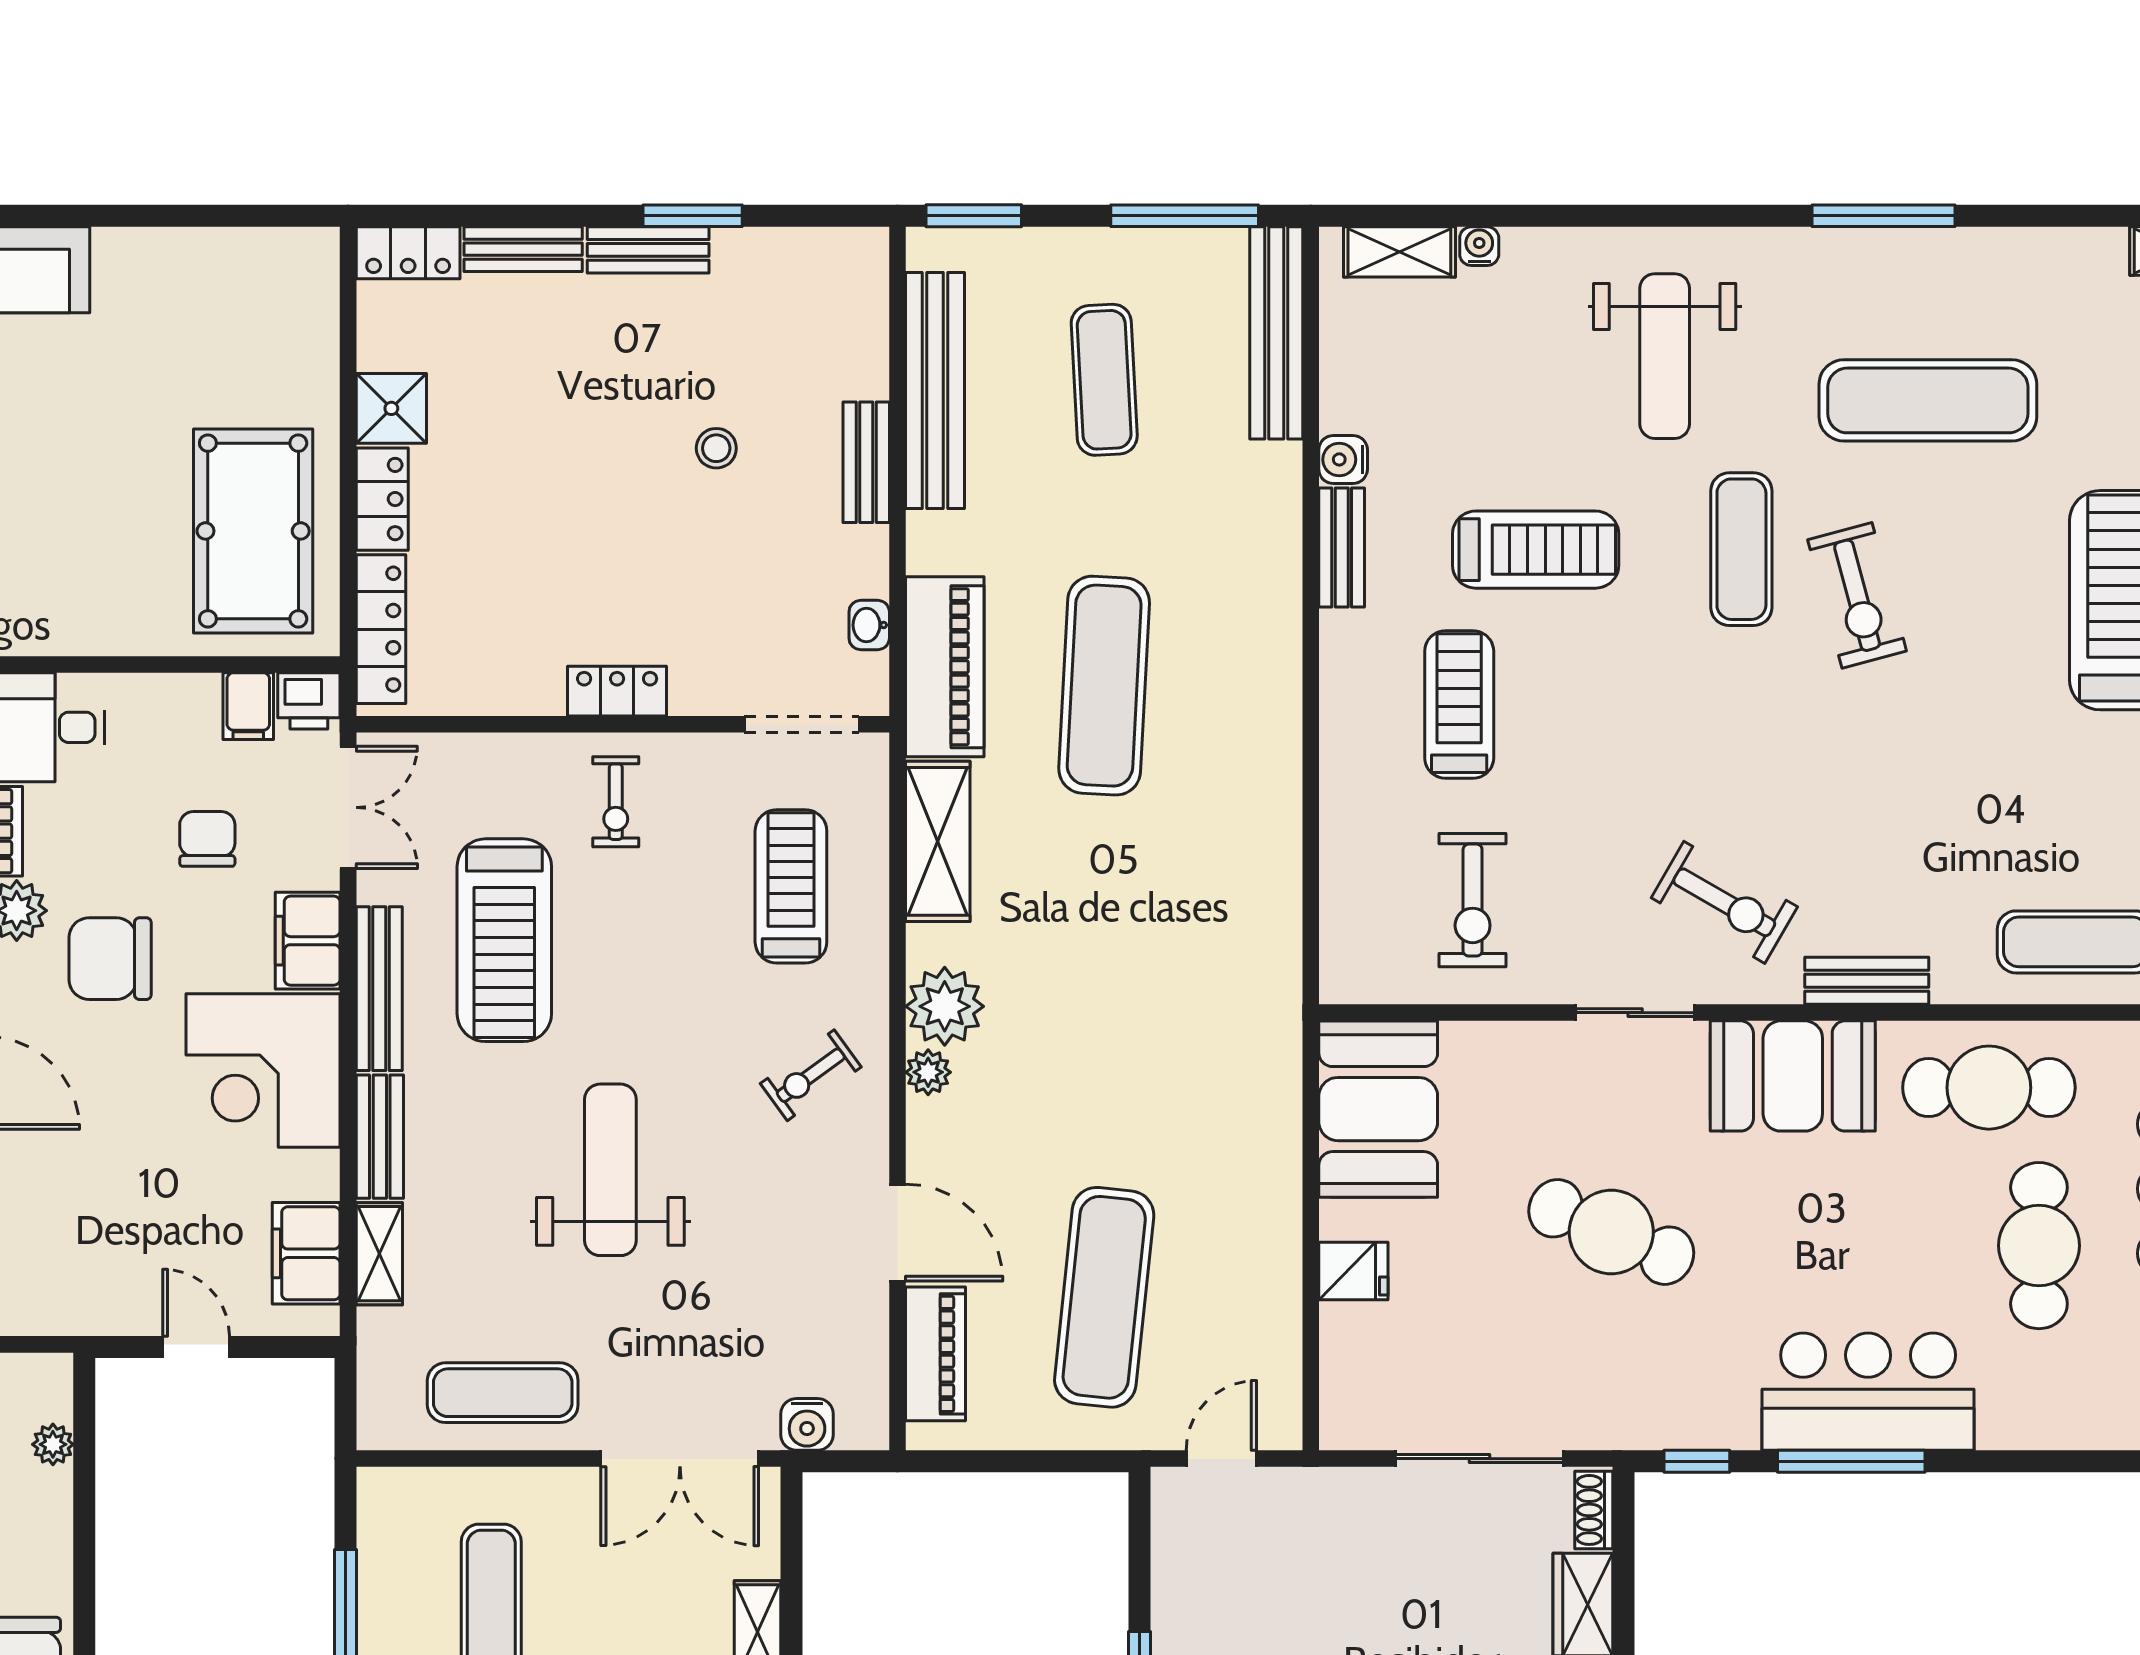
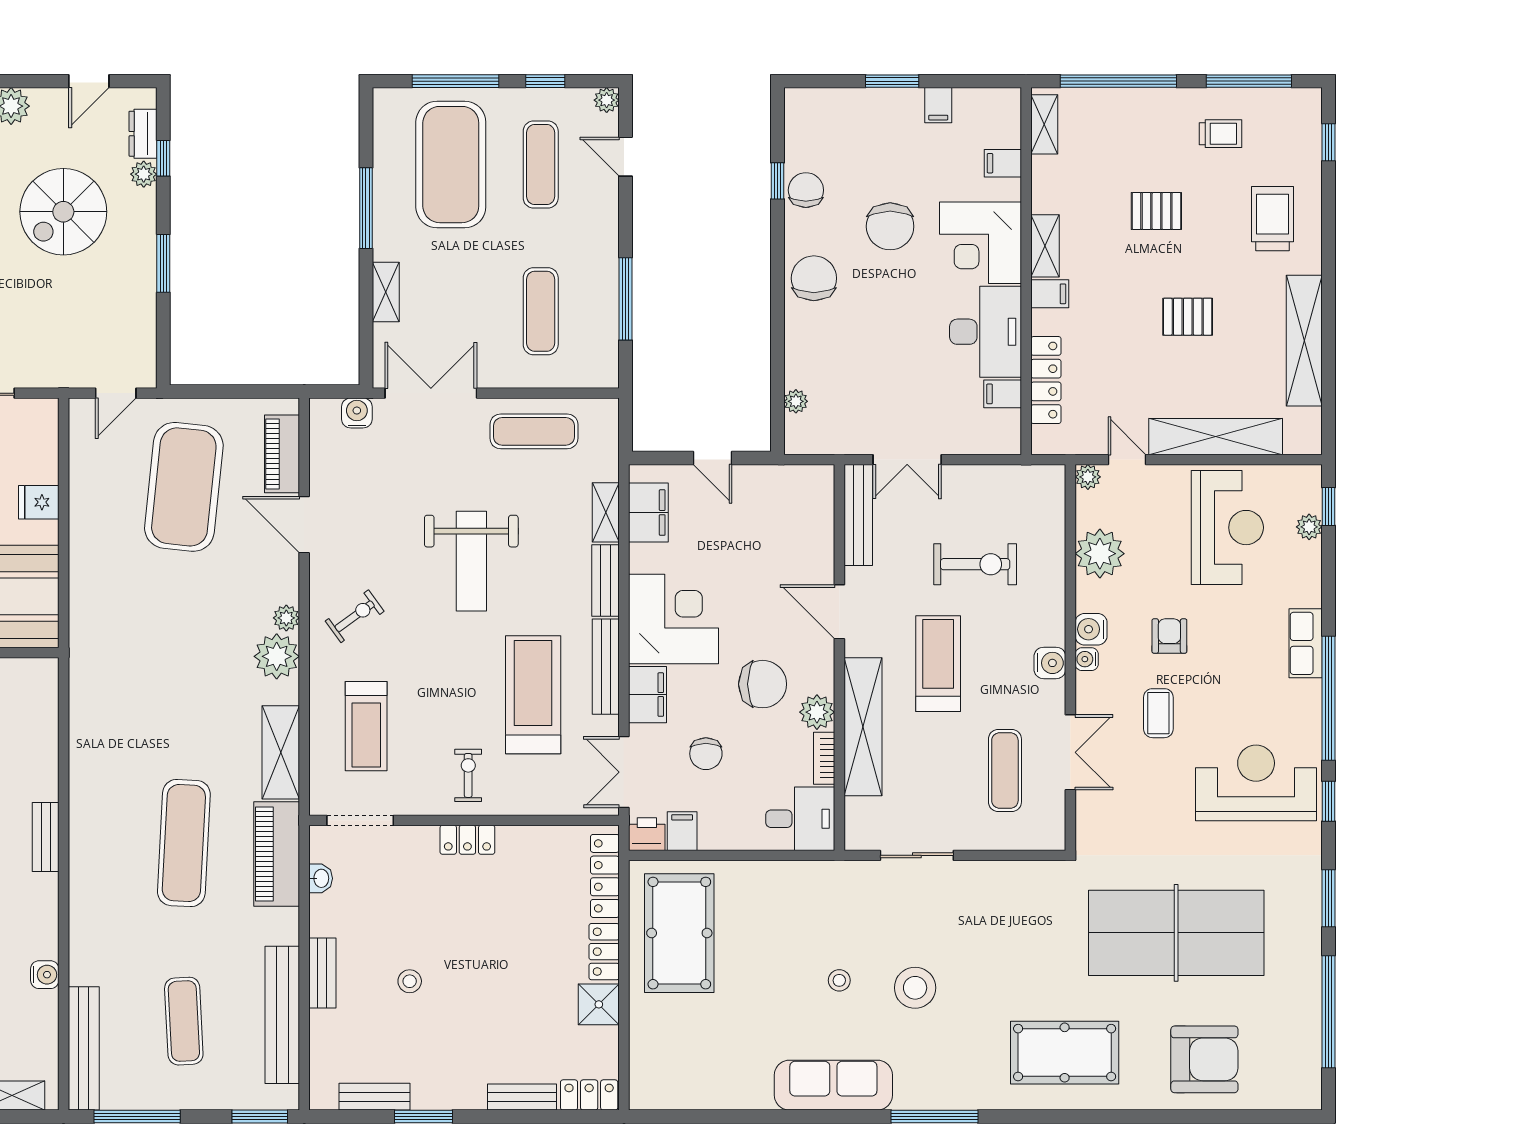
bench: (648, 250) -> (374, 1097), moved
bench: (1342, 548) -> (46, 837), moved
exercise mat: (1104, 1297) -> (184, 487), width x1.47

